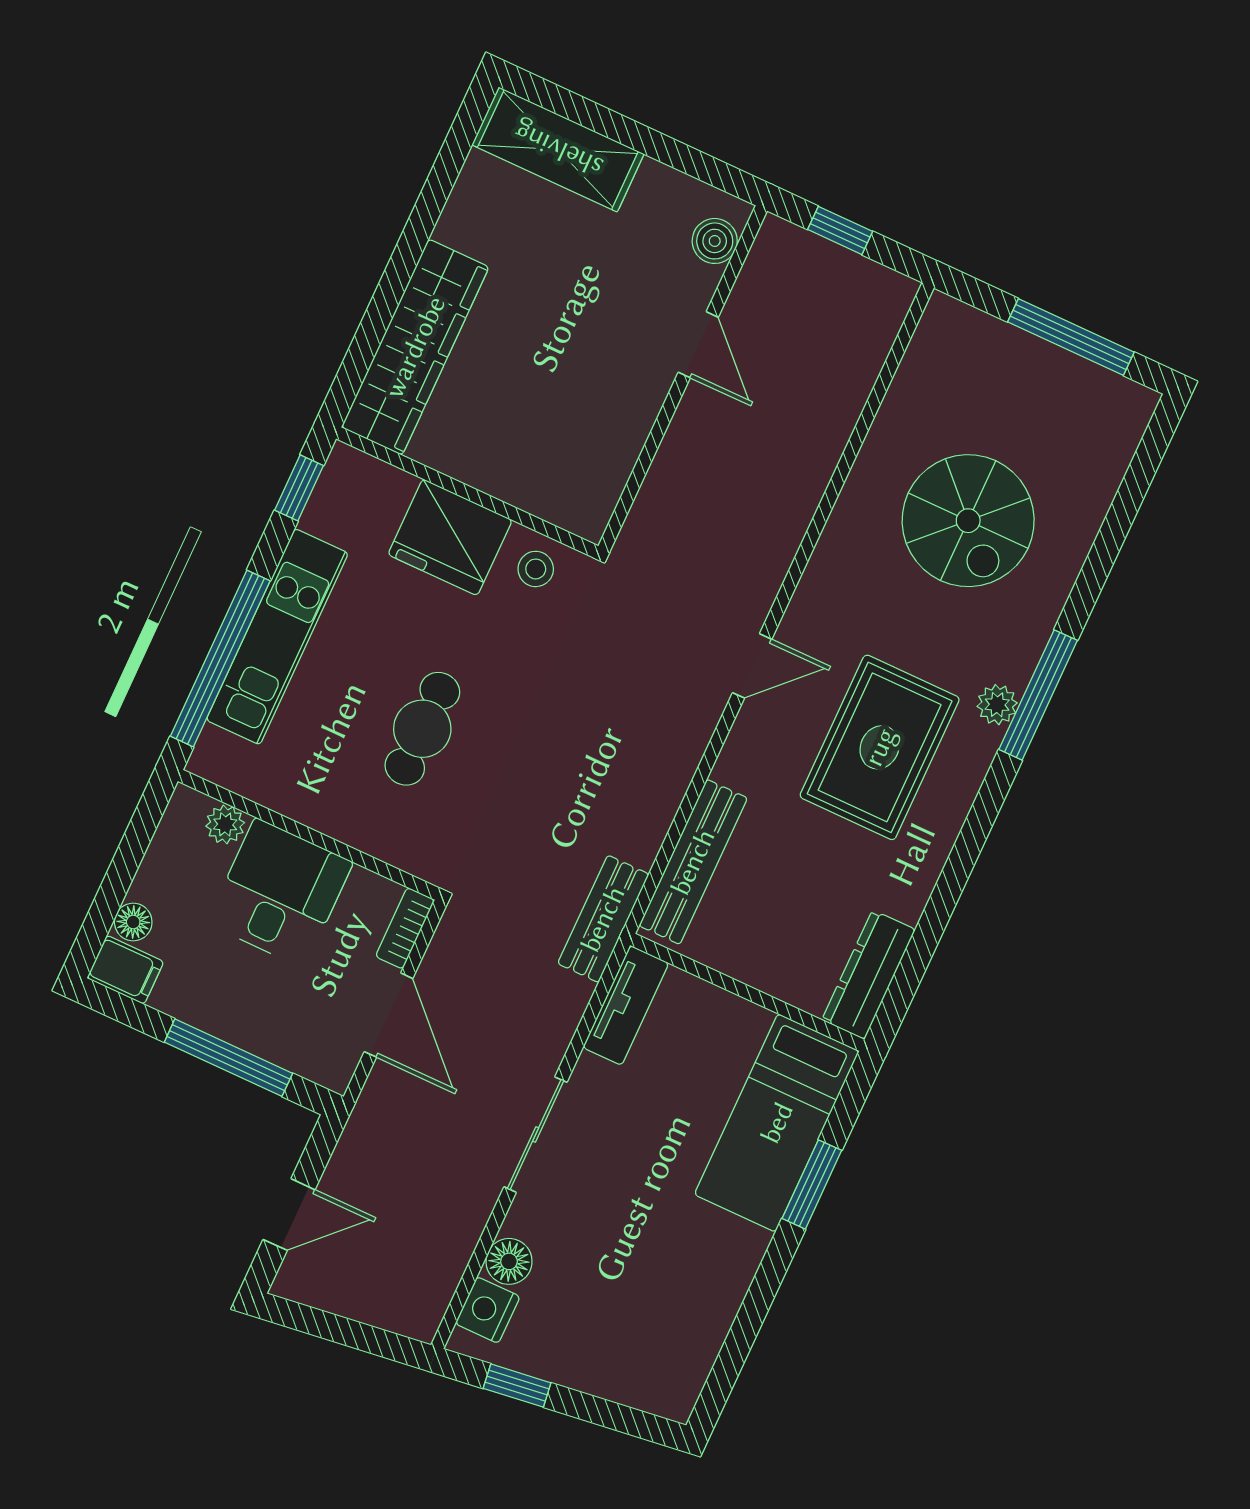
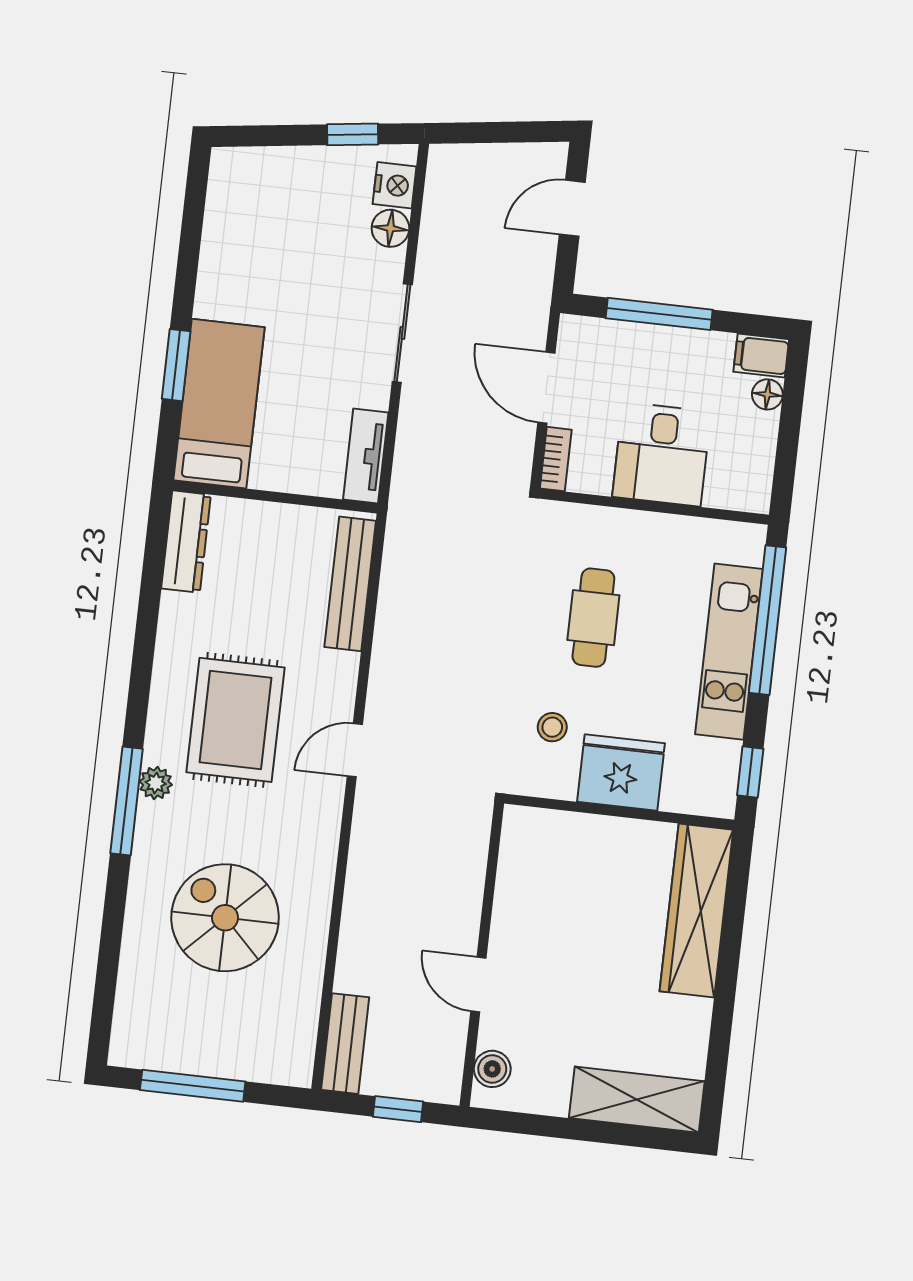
stool: (536, 569) -> (552, 727), moved
plant: (225, 824) -> (721, 493), removed
bench: (603, 919) -> (345, 1044), moved

